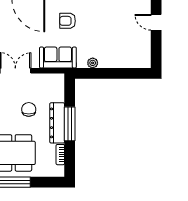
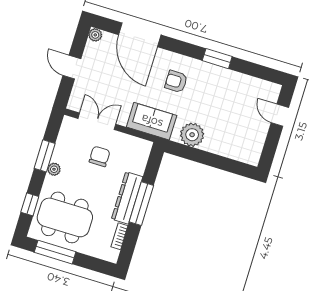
plant: (93, 63) -> (192, 135), width x1.87, depth x1.87
chair: (29, 109) -> (100, 156), moved

